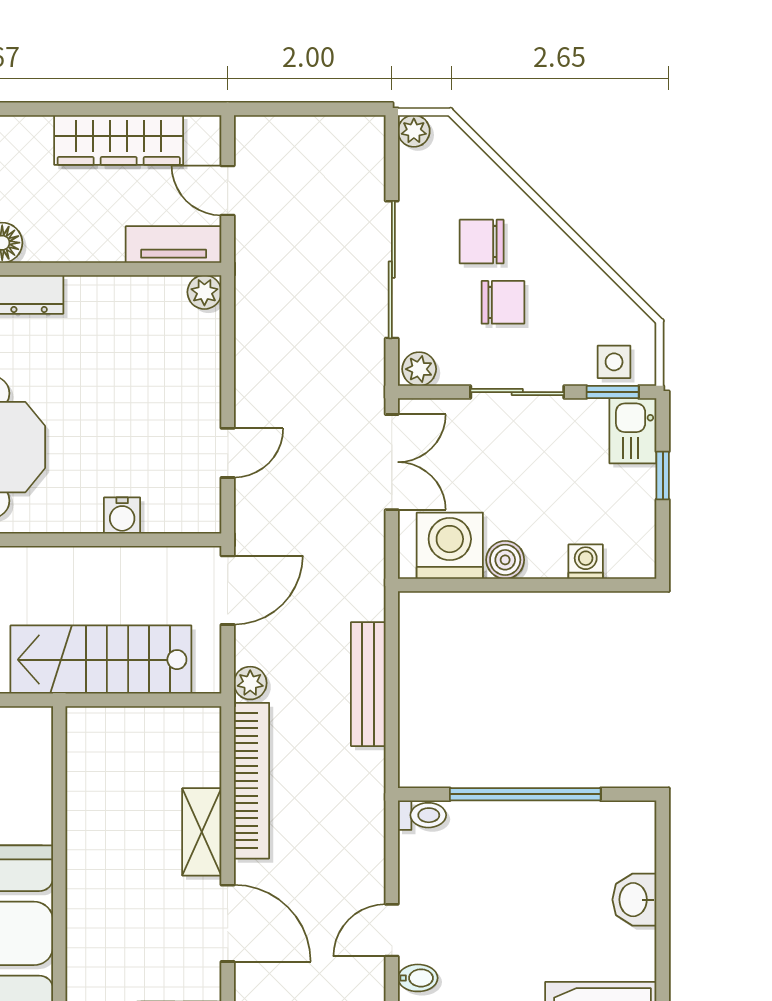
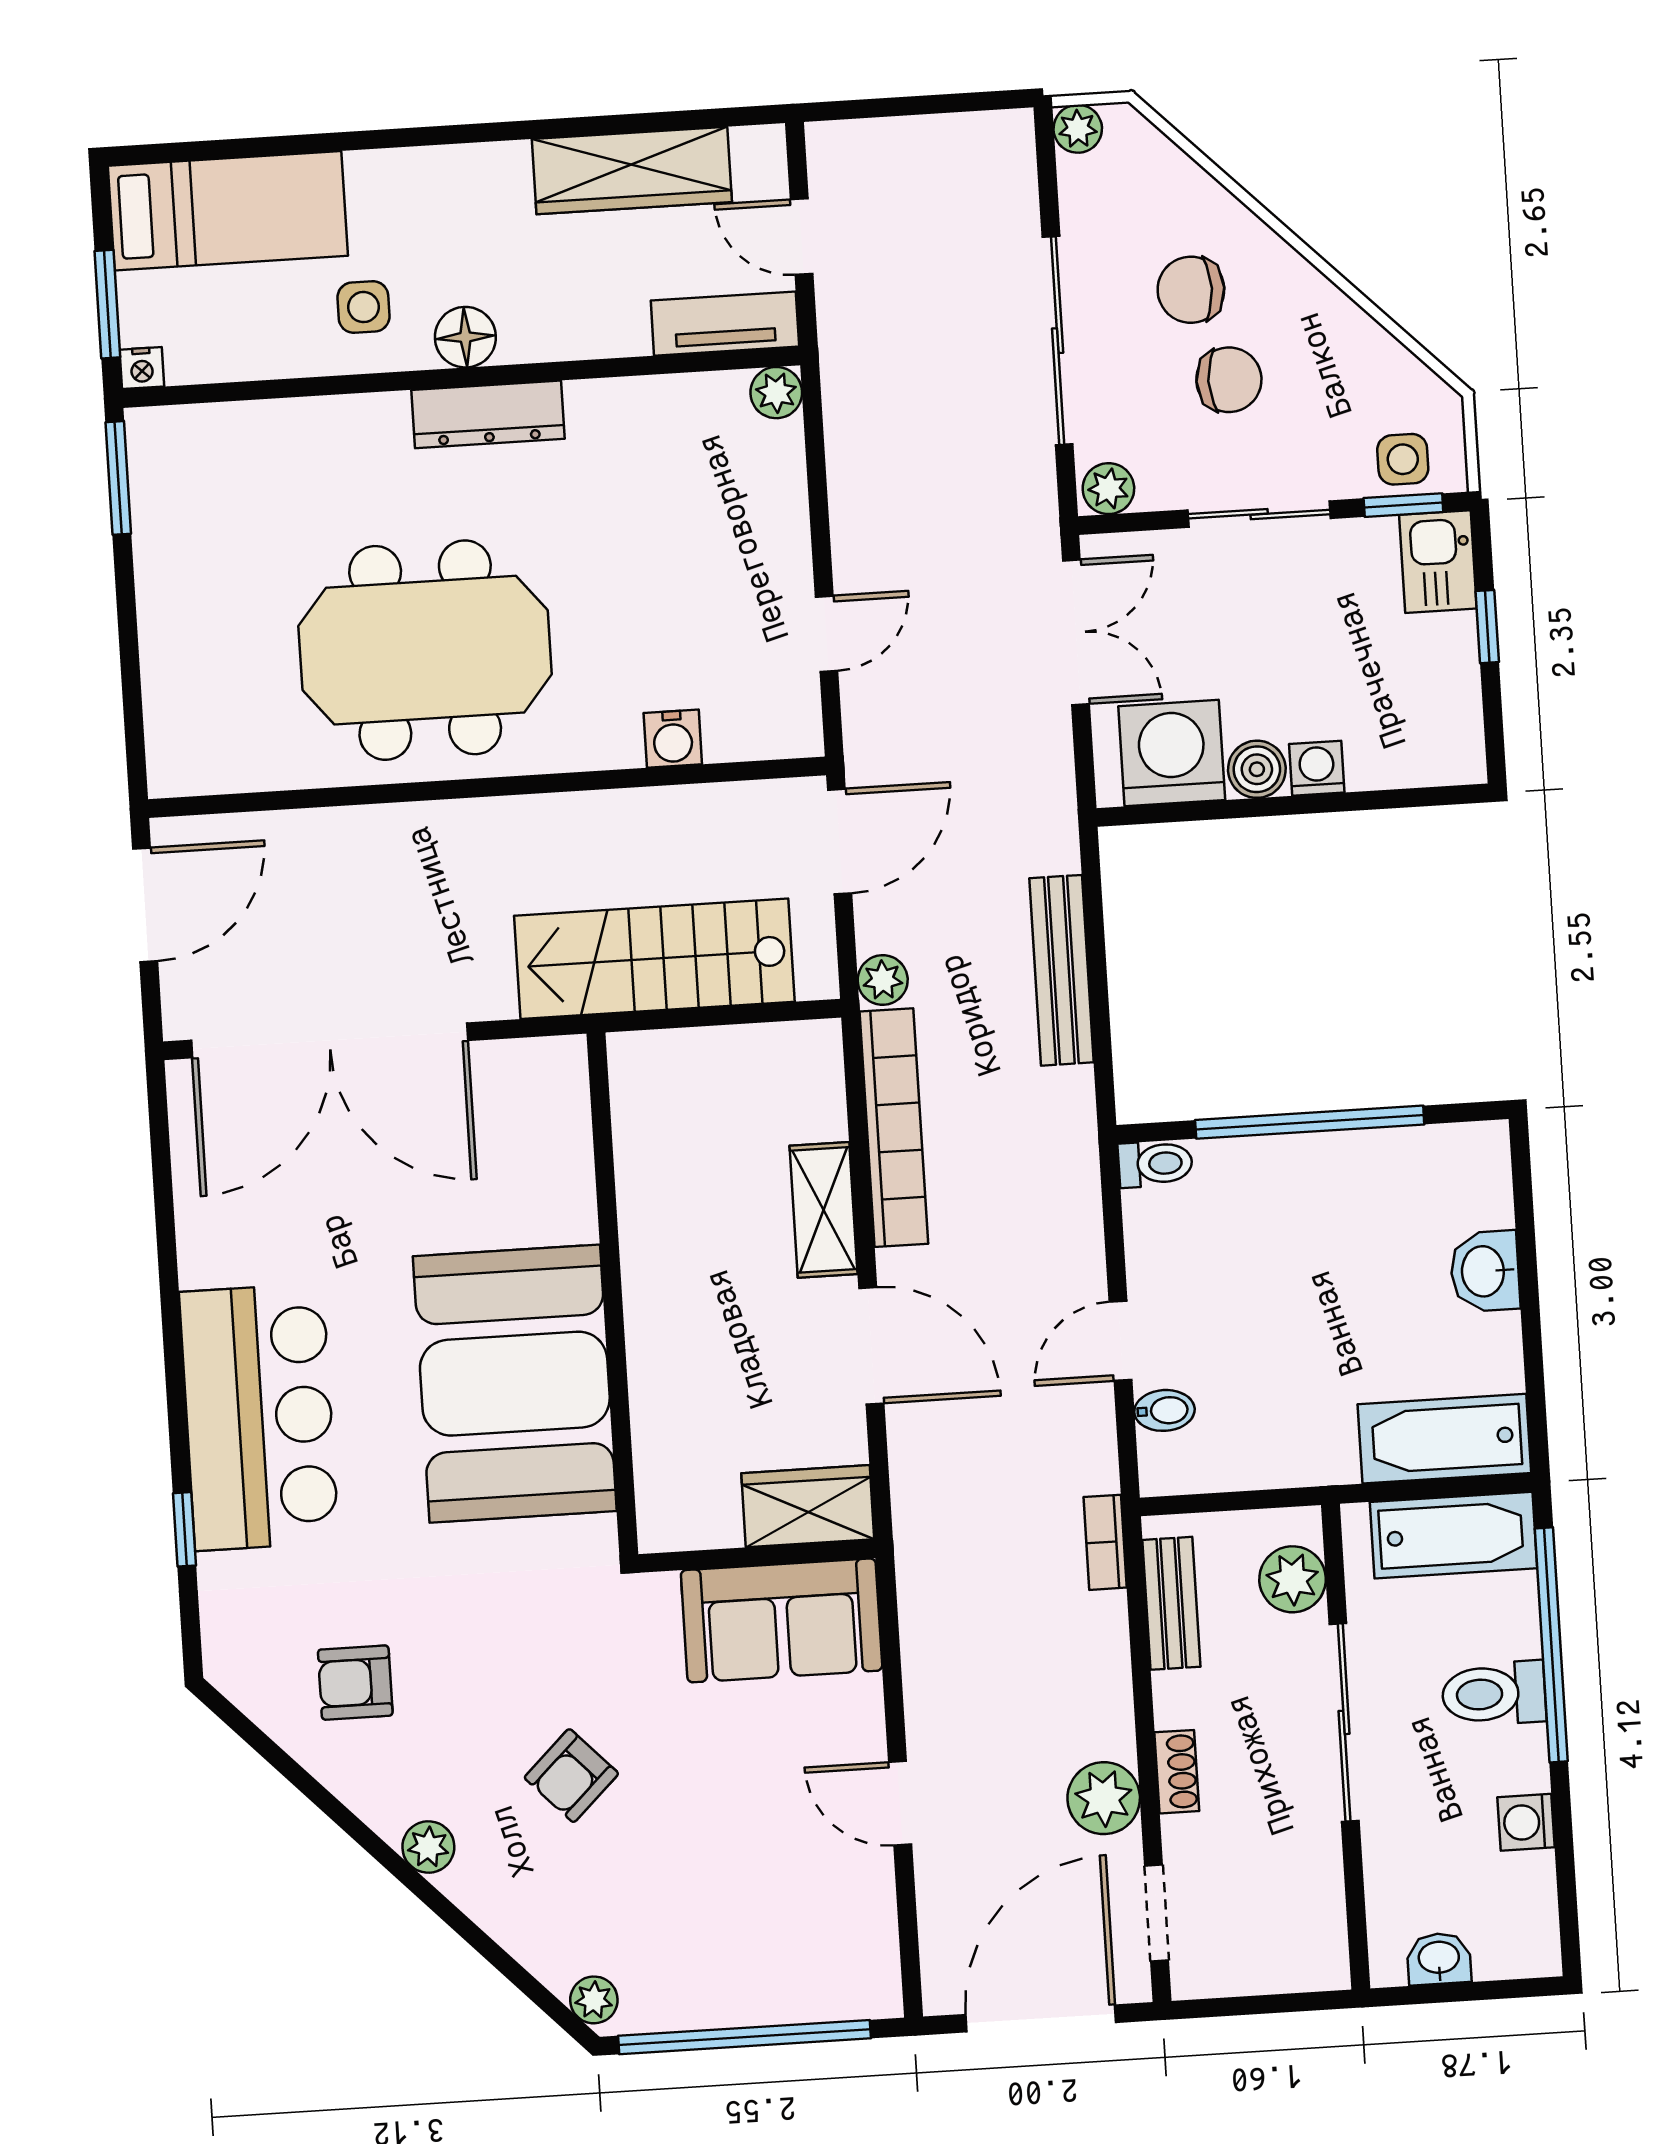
washing machine: (586, 562) -> (1317, 768), moved

